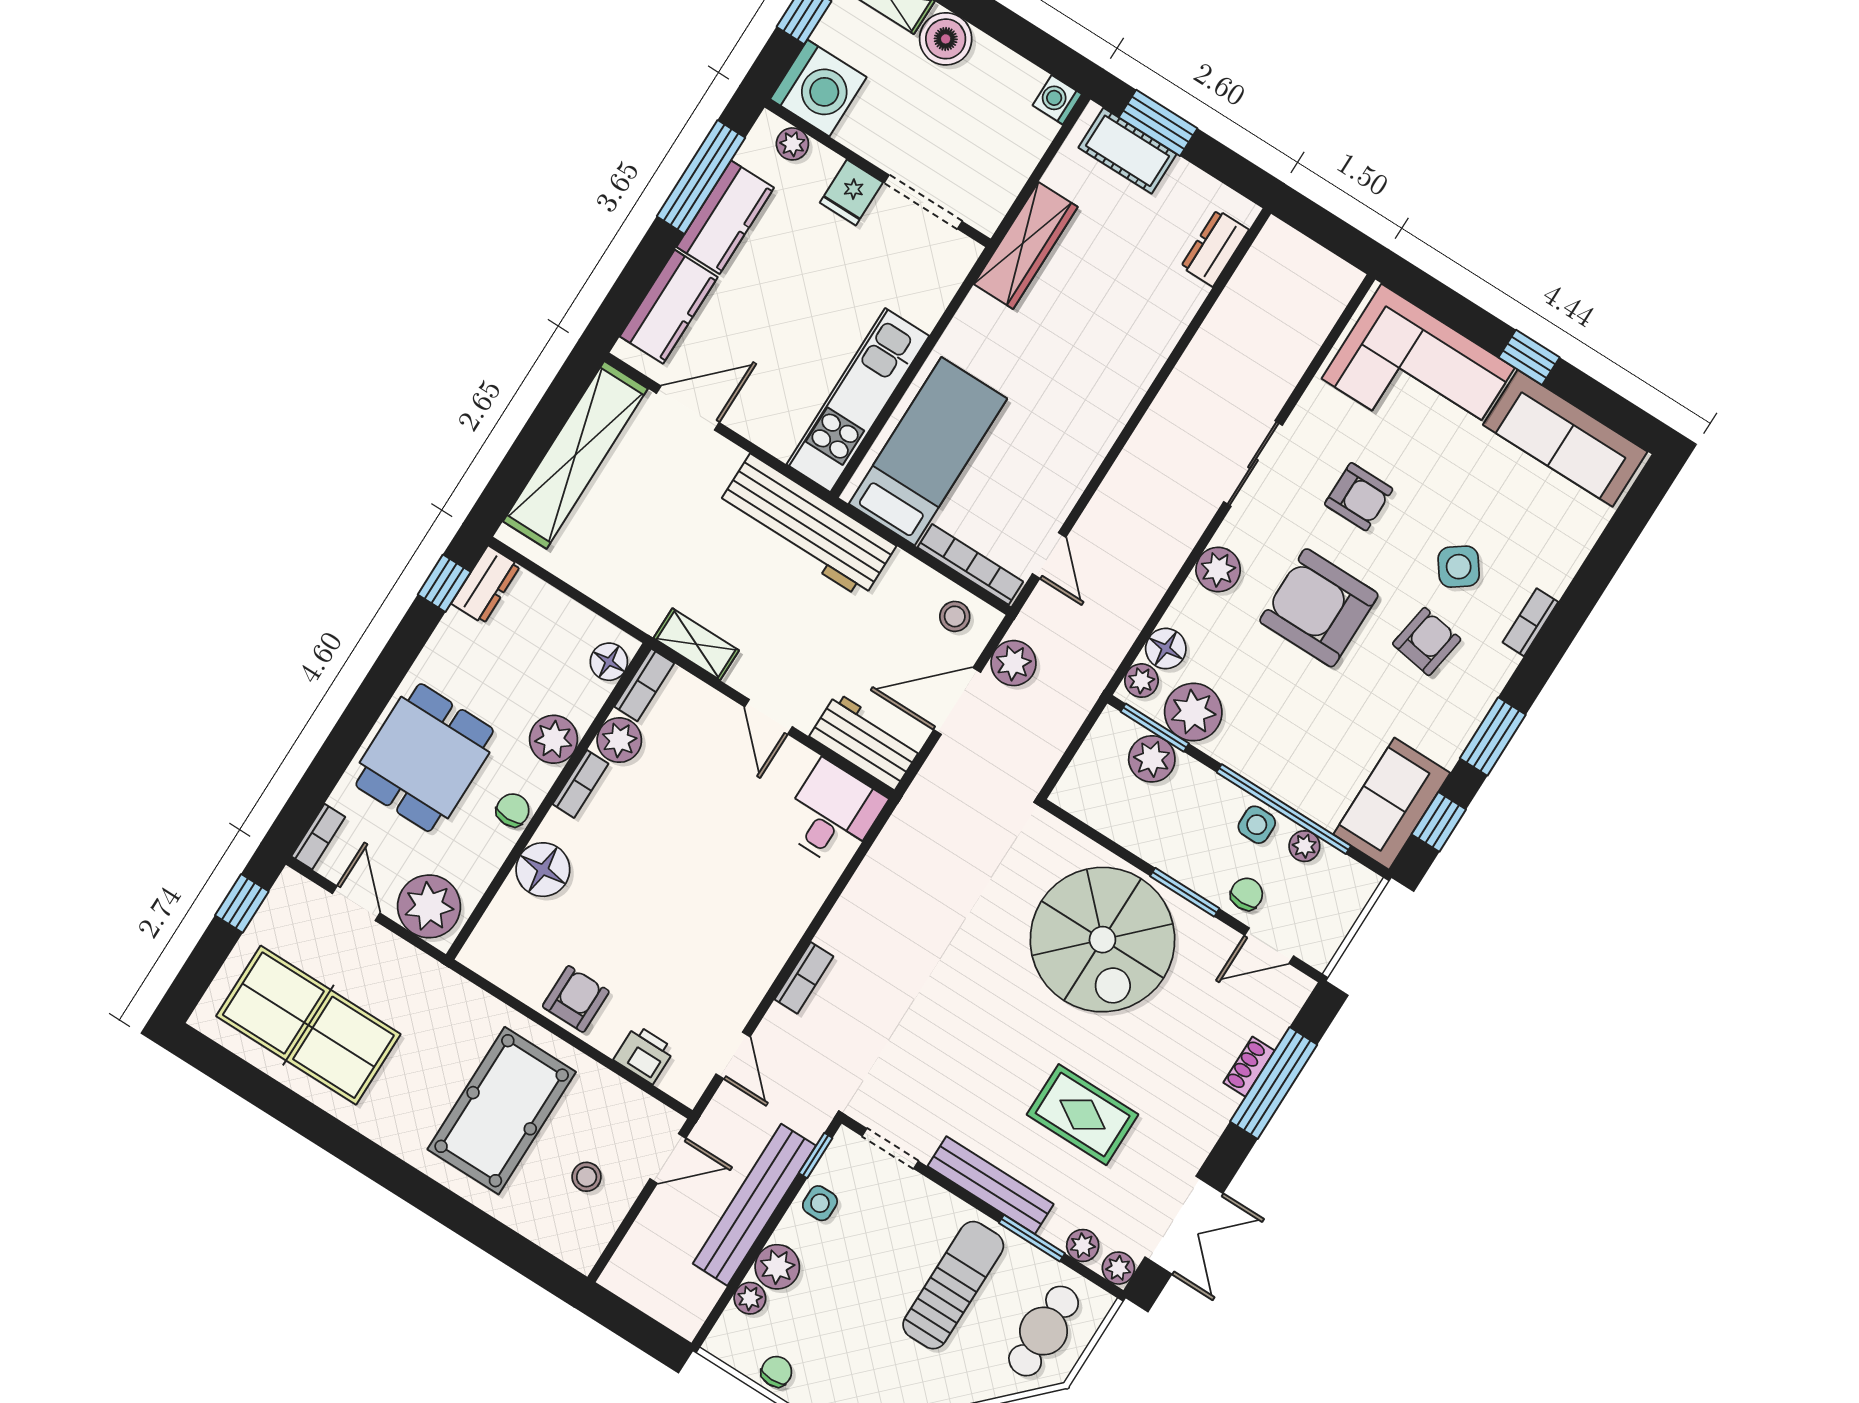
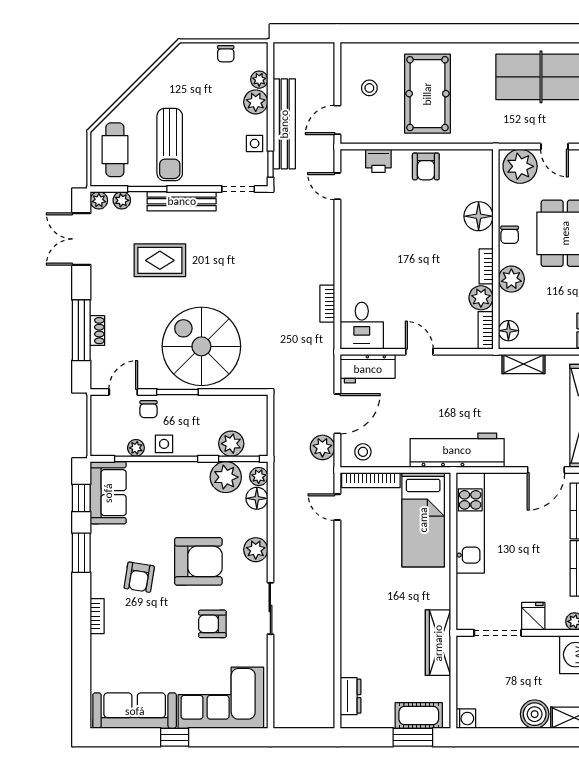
side table: (1459, 567) -> (146, 621), removed
shelving: (696, 644) -> (523, 364), moved
bookcase: (804, 978) -> (327, 304), moved

